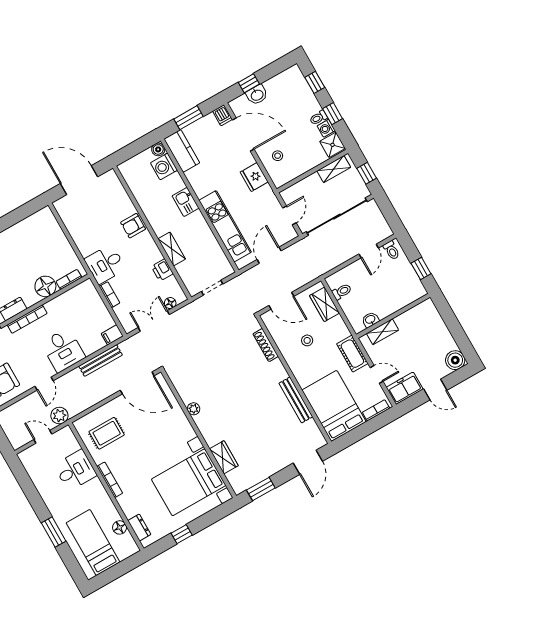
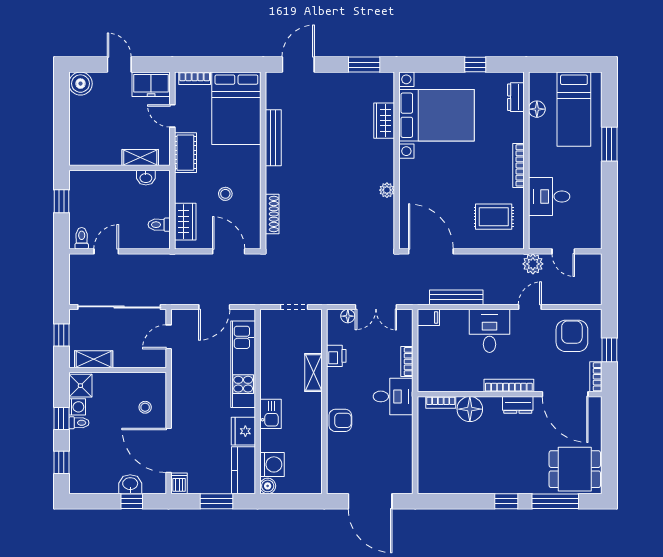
fridge: (254, 177) -> (243, 431), moved, turned 180

